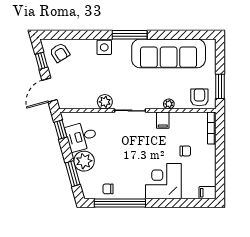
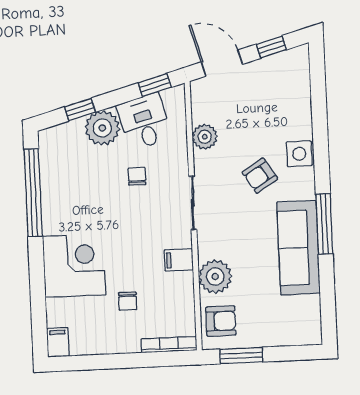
window: (130, 35) -> (324, 224), moved
armchair: (60, 53) -> (260, 176), moved
sofa: (169, 53) -> (298, 248), width x0.74, depth x0.79
plant: (105, 102) -> (205, 137), moved
plant: (169, 104) -> (215, 277), width x1.88, depth x1.88
window: (73, 174) -> (80, 110), width x0.67
chair: (108, 189) -> (137, 176), moved

